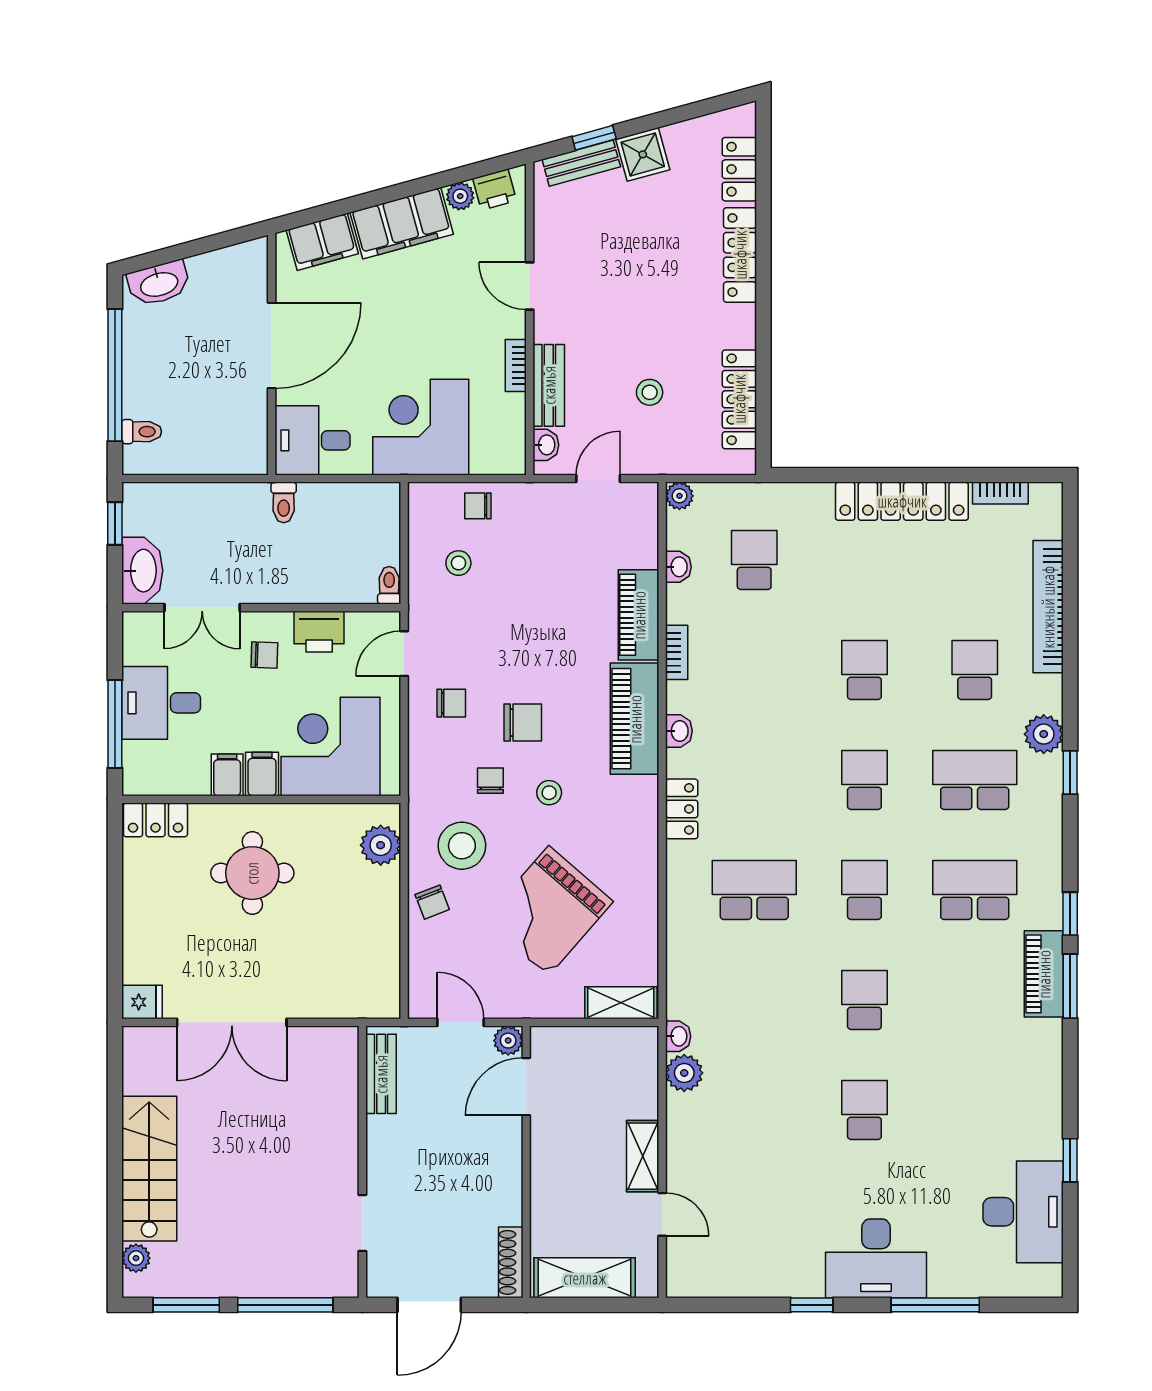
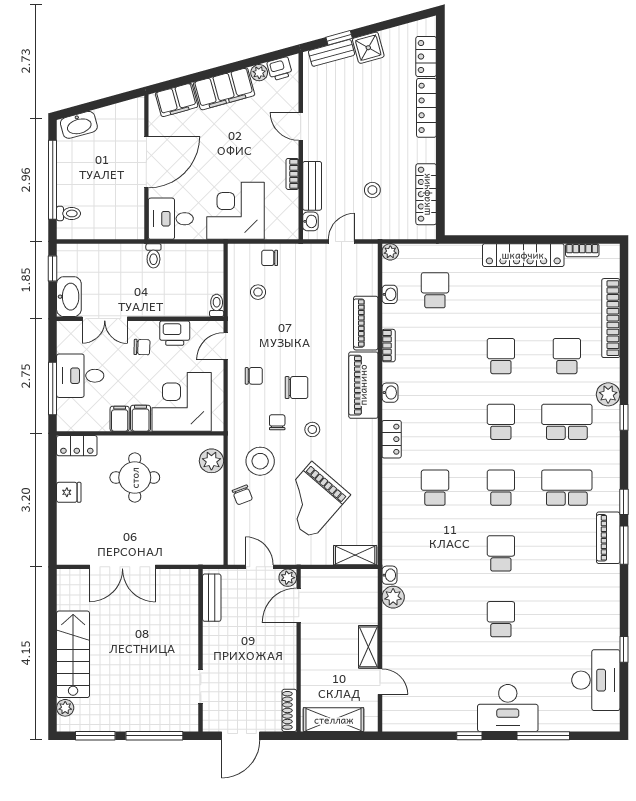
school desk: (754, 890) -> (435, 488), width x0.54
fridge: (142, 1002) -> (69, 492), moved

